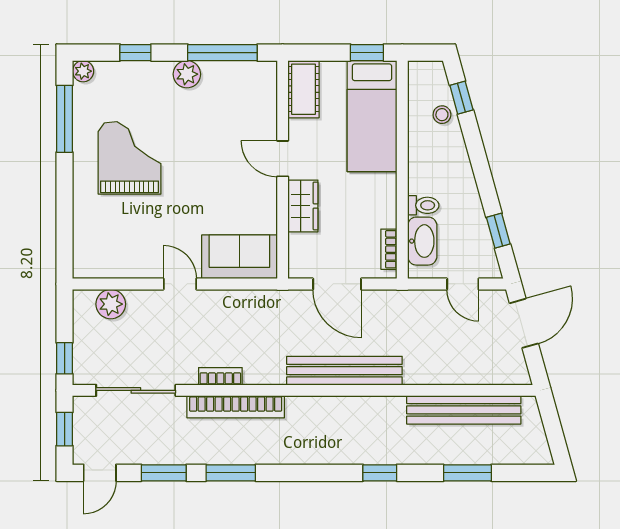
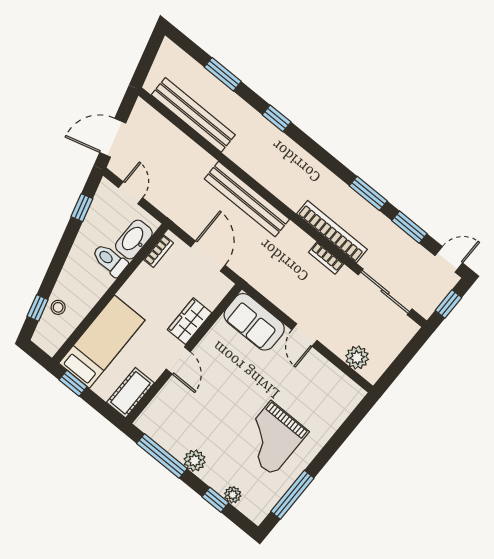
plant: (83, 71) -> (233, 495), moved
toilet: (423, 205) -> (110, 260), width x1.37, depth x1.39
window: (65, 358) -> (413, 347), removed

